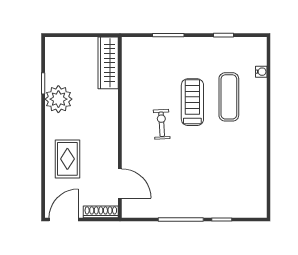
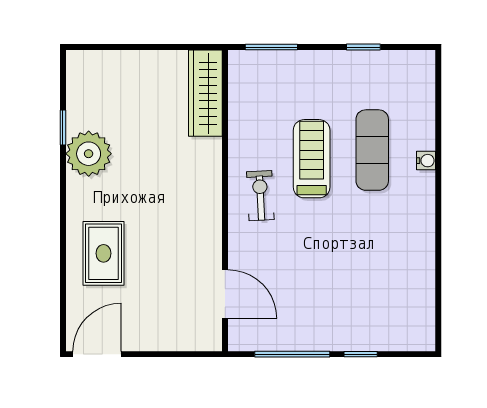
wardrobe: (108, 63) -> (205, 93), moved
water cooler: (261, 72) -> (426, 161), moved
wall: (120, 127) -> (225, 201), moved
door: (120, 183) -> (225, 294), moved
shoe rack: (101, 212) -> (159, 341), removed

